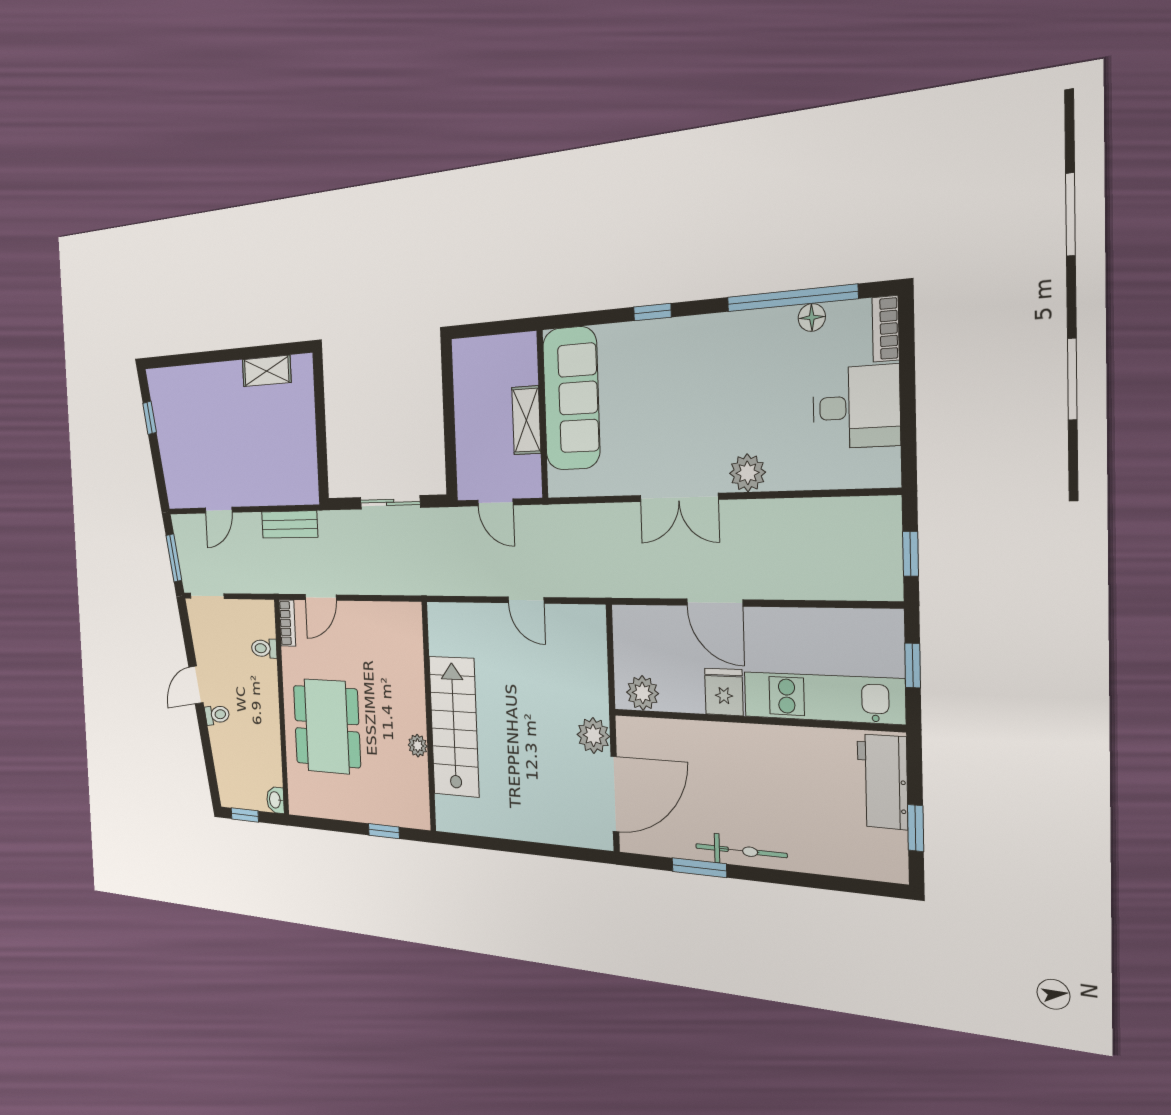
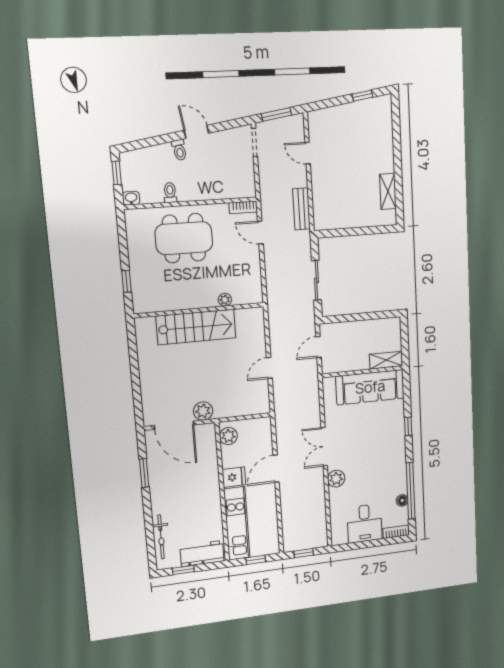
shelving: (526, 420) -> (386, 360), moved
toilet: (264, 648) -> (170, 193), moved
plant: (418, 746) -> (225, 300), moved
bicycle: (741, 851) -> (161, 537), moved

